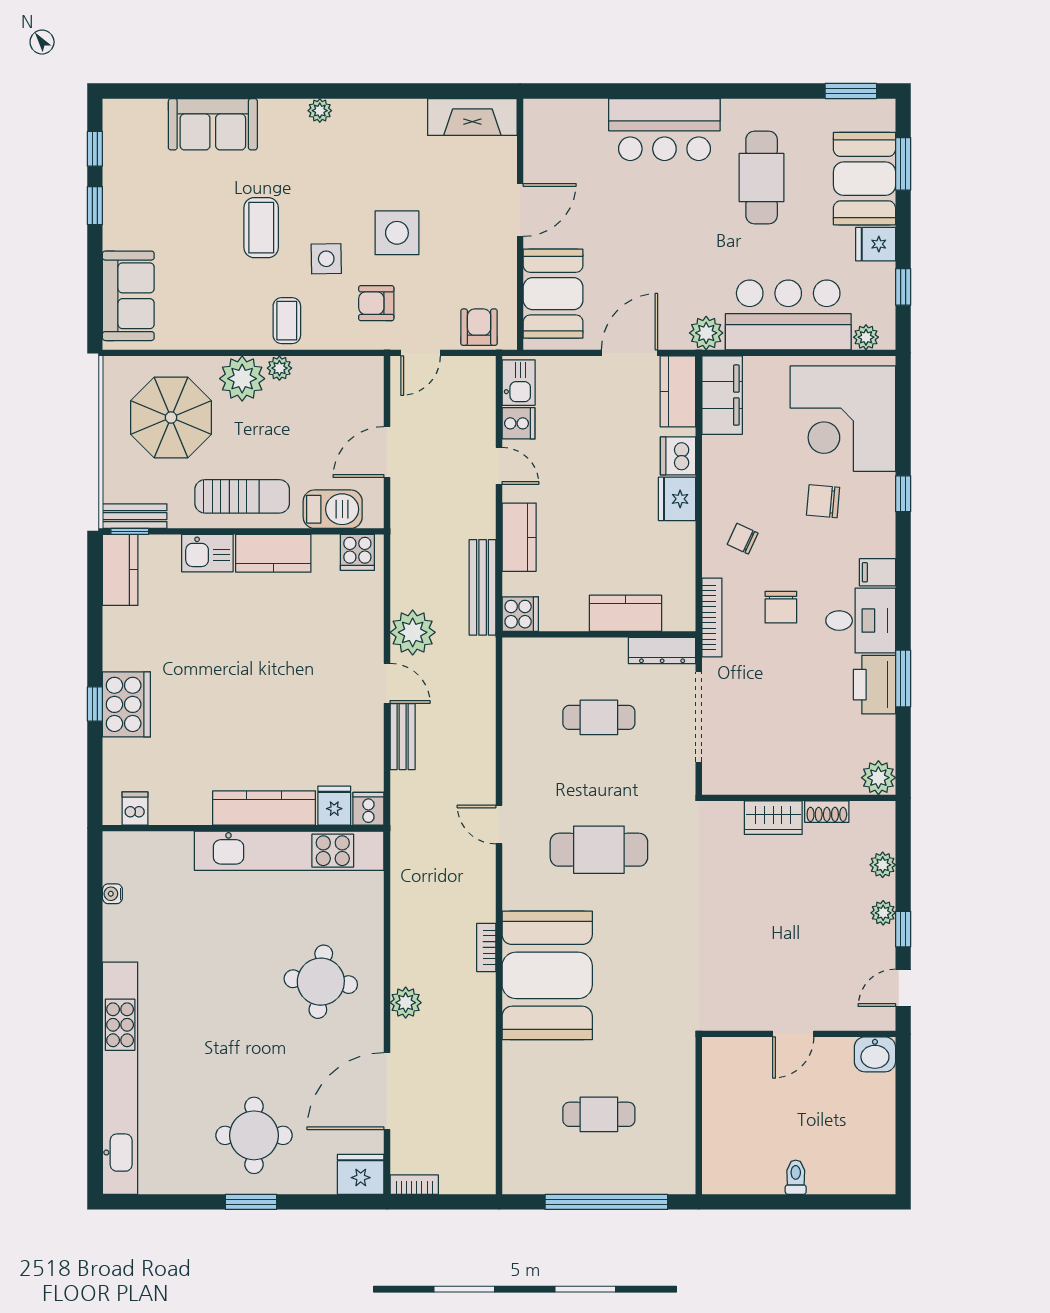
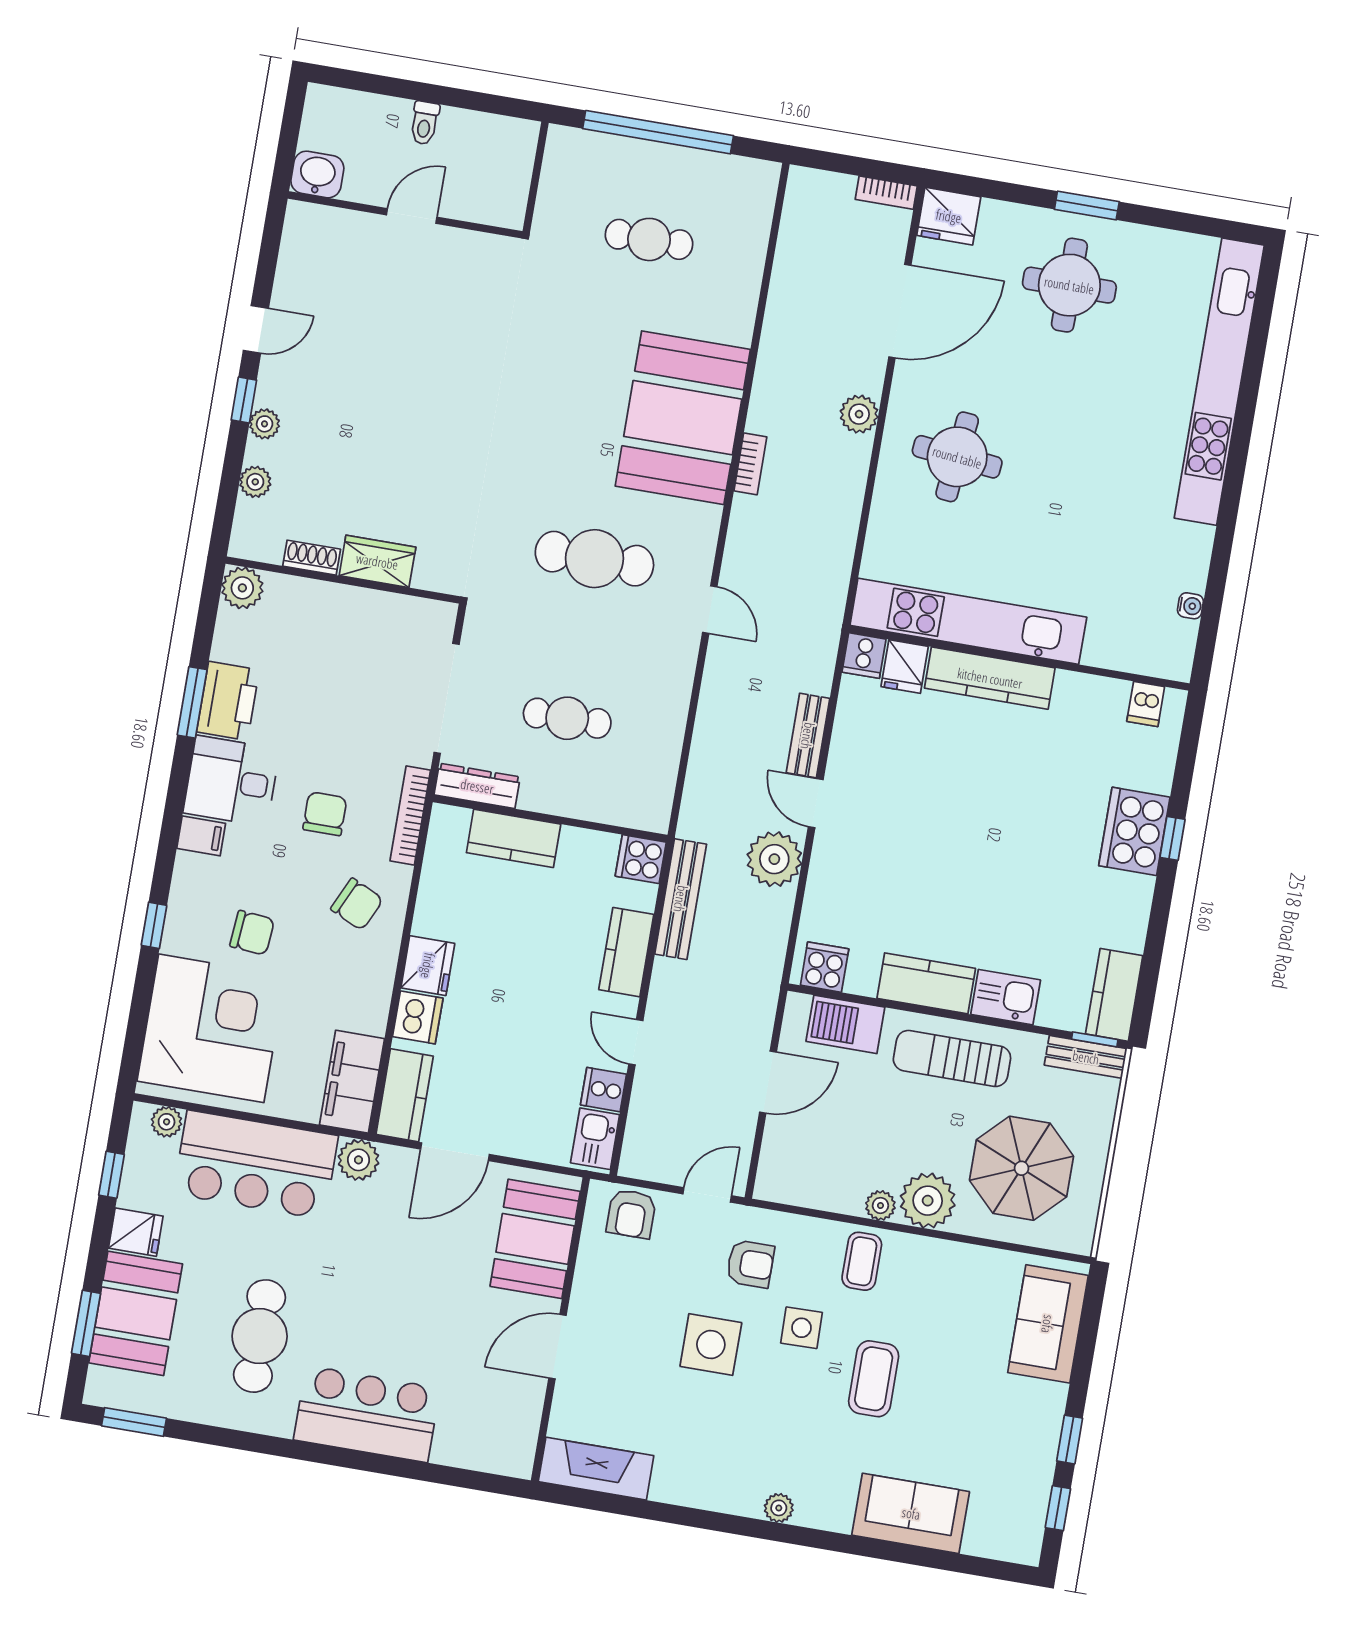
chair: (743, 539) -> (357, 904), width x1.37, depth x1.37
door: (793, 1034) -> (412, 216), moved
wall: (799, 1034) -> (405, 215), moved
washbasin: (875, 1054) -> (317, 174), moved

